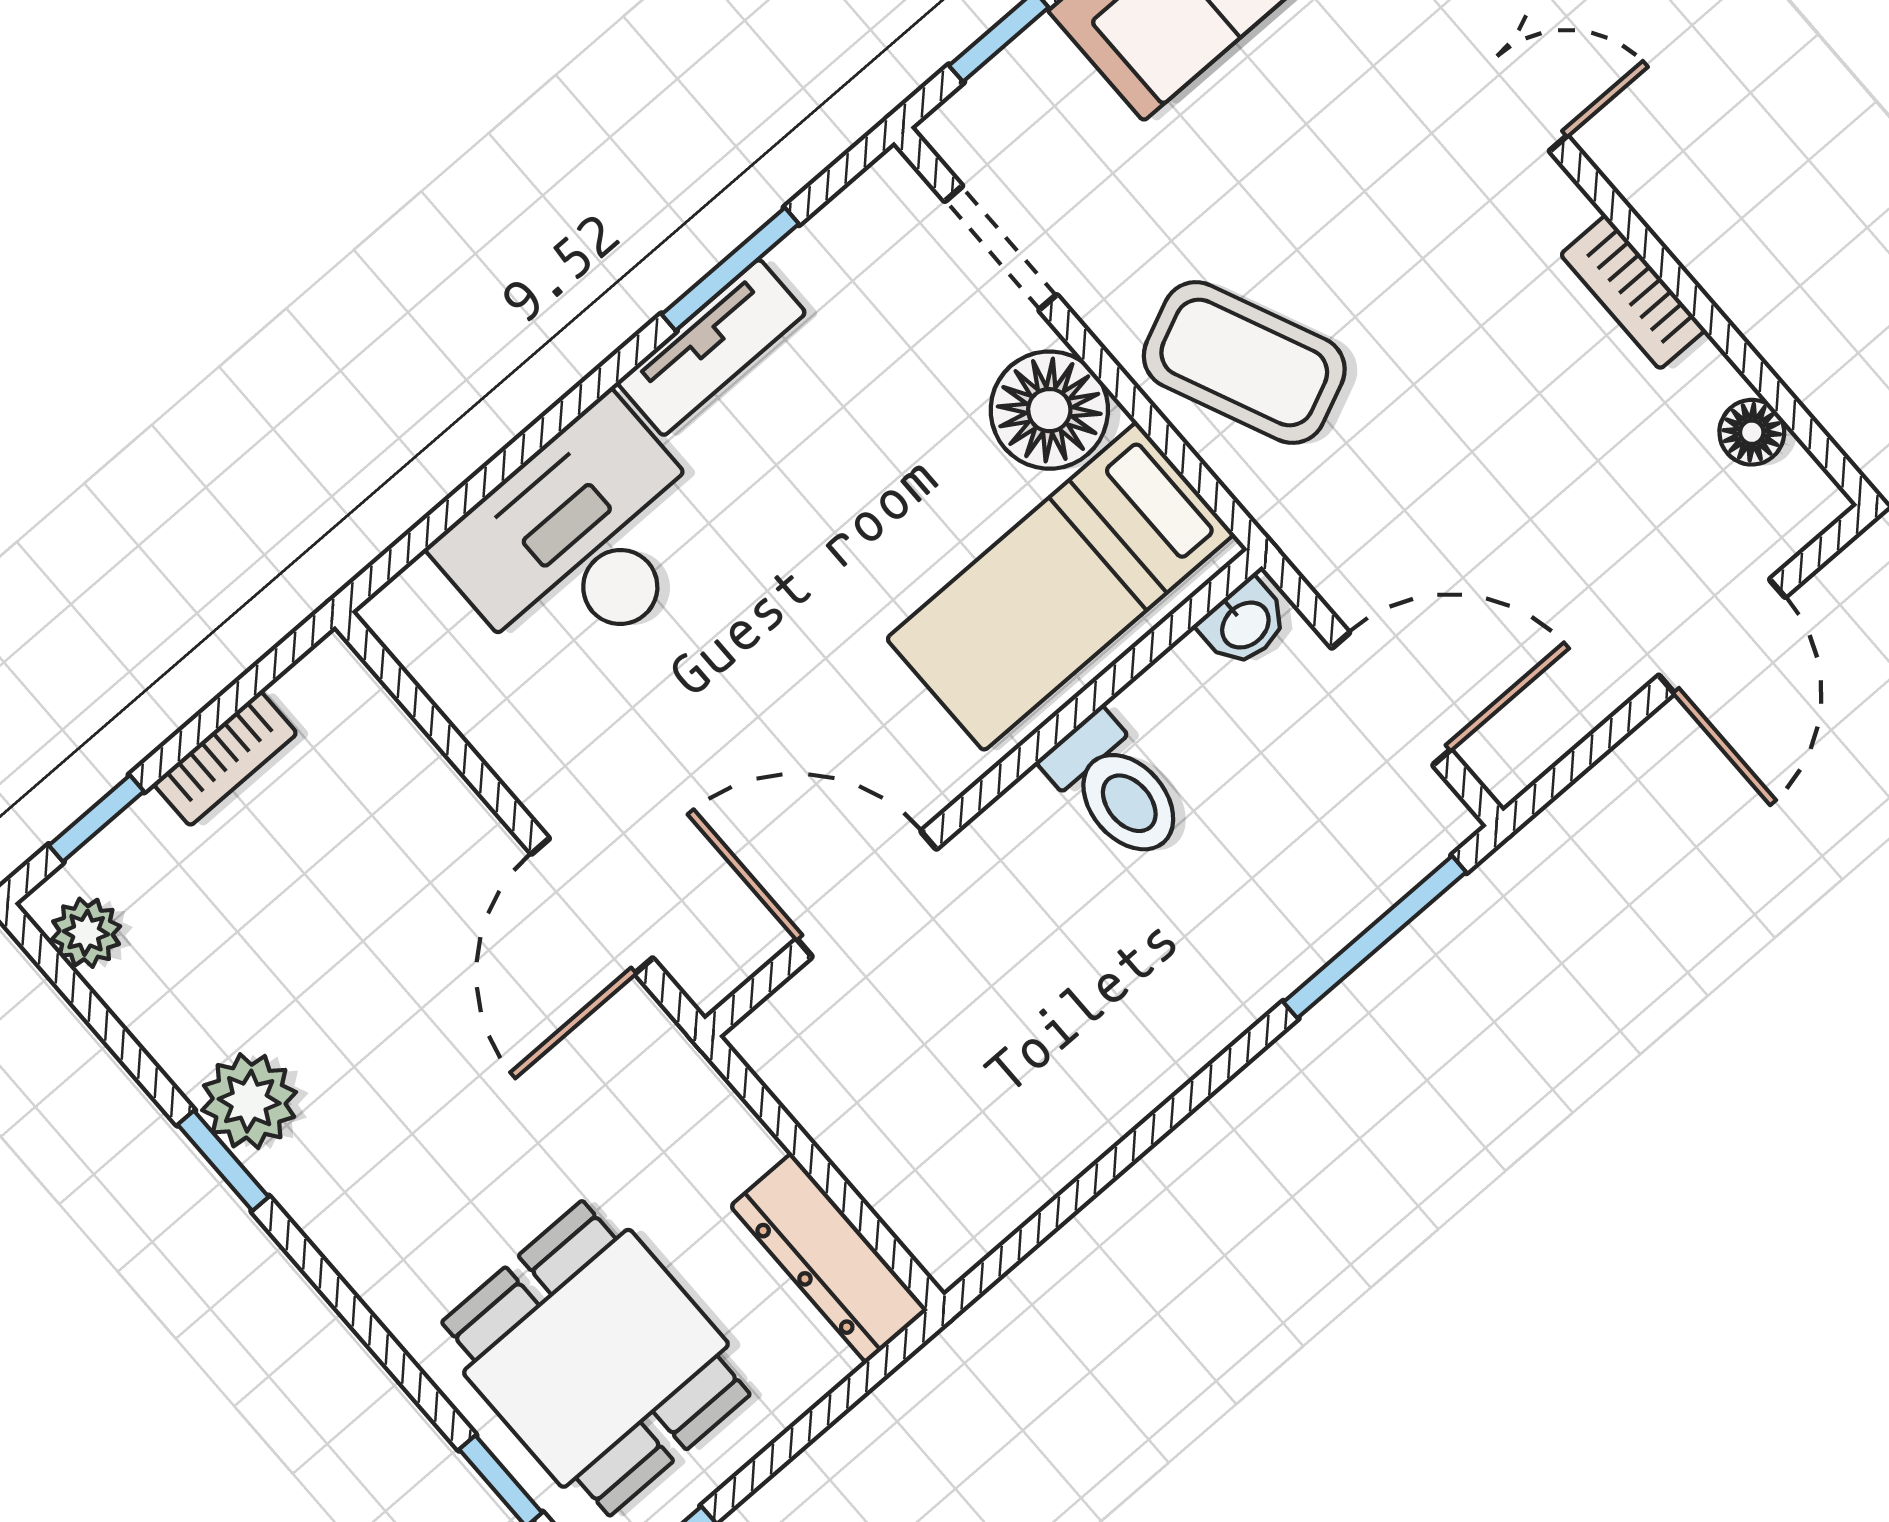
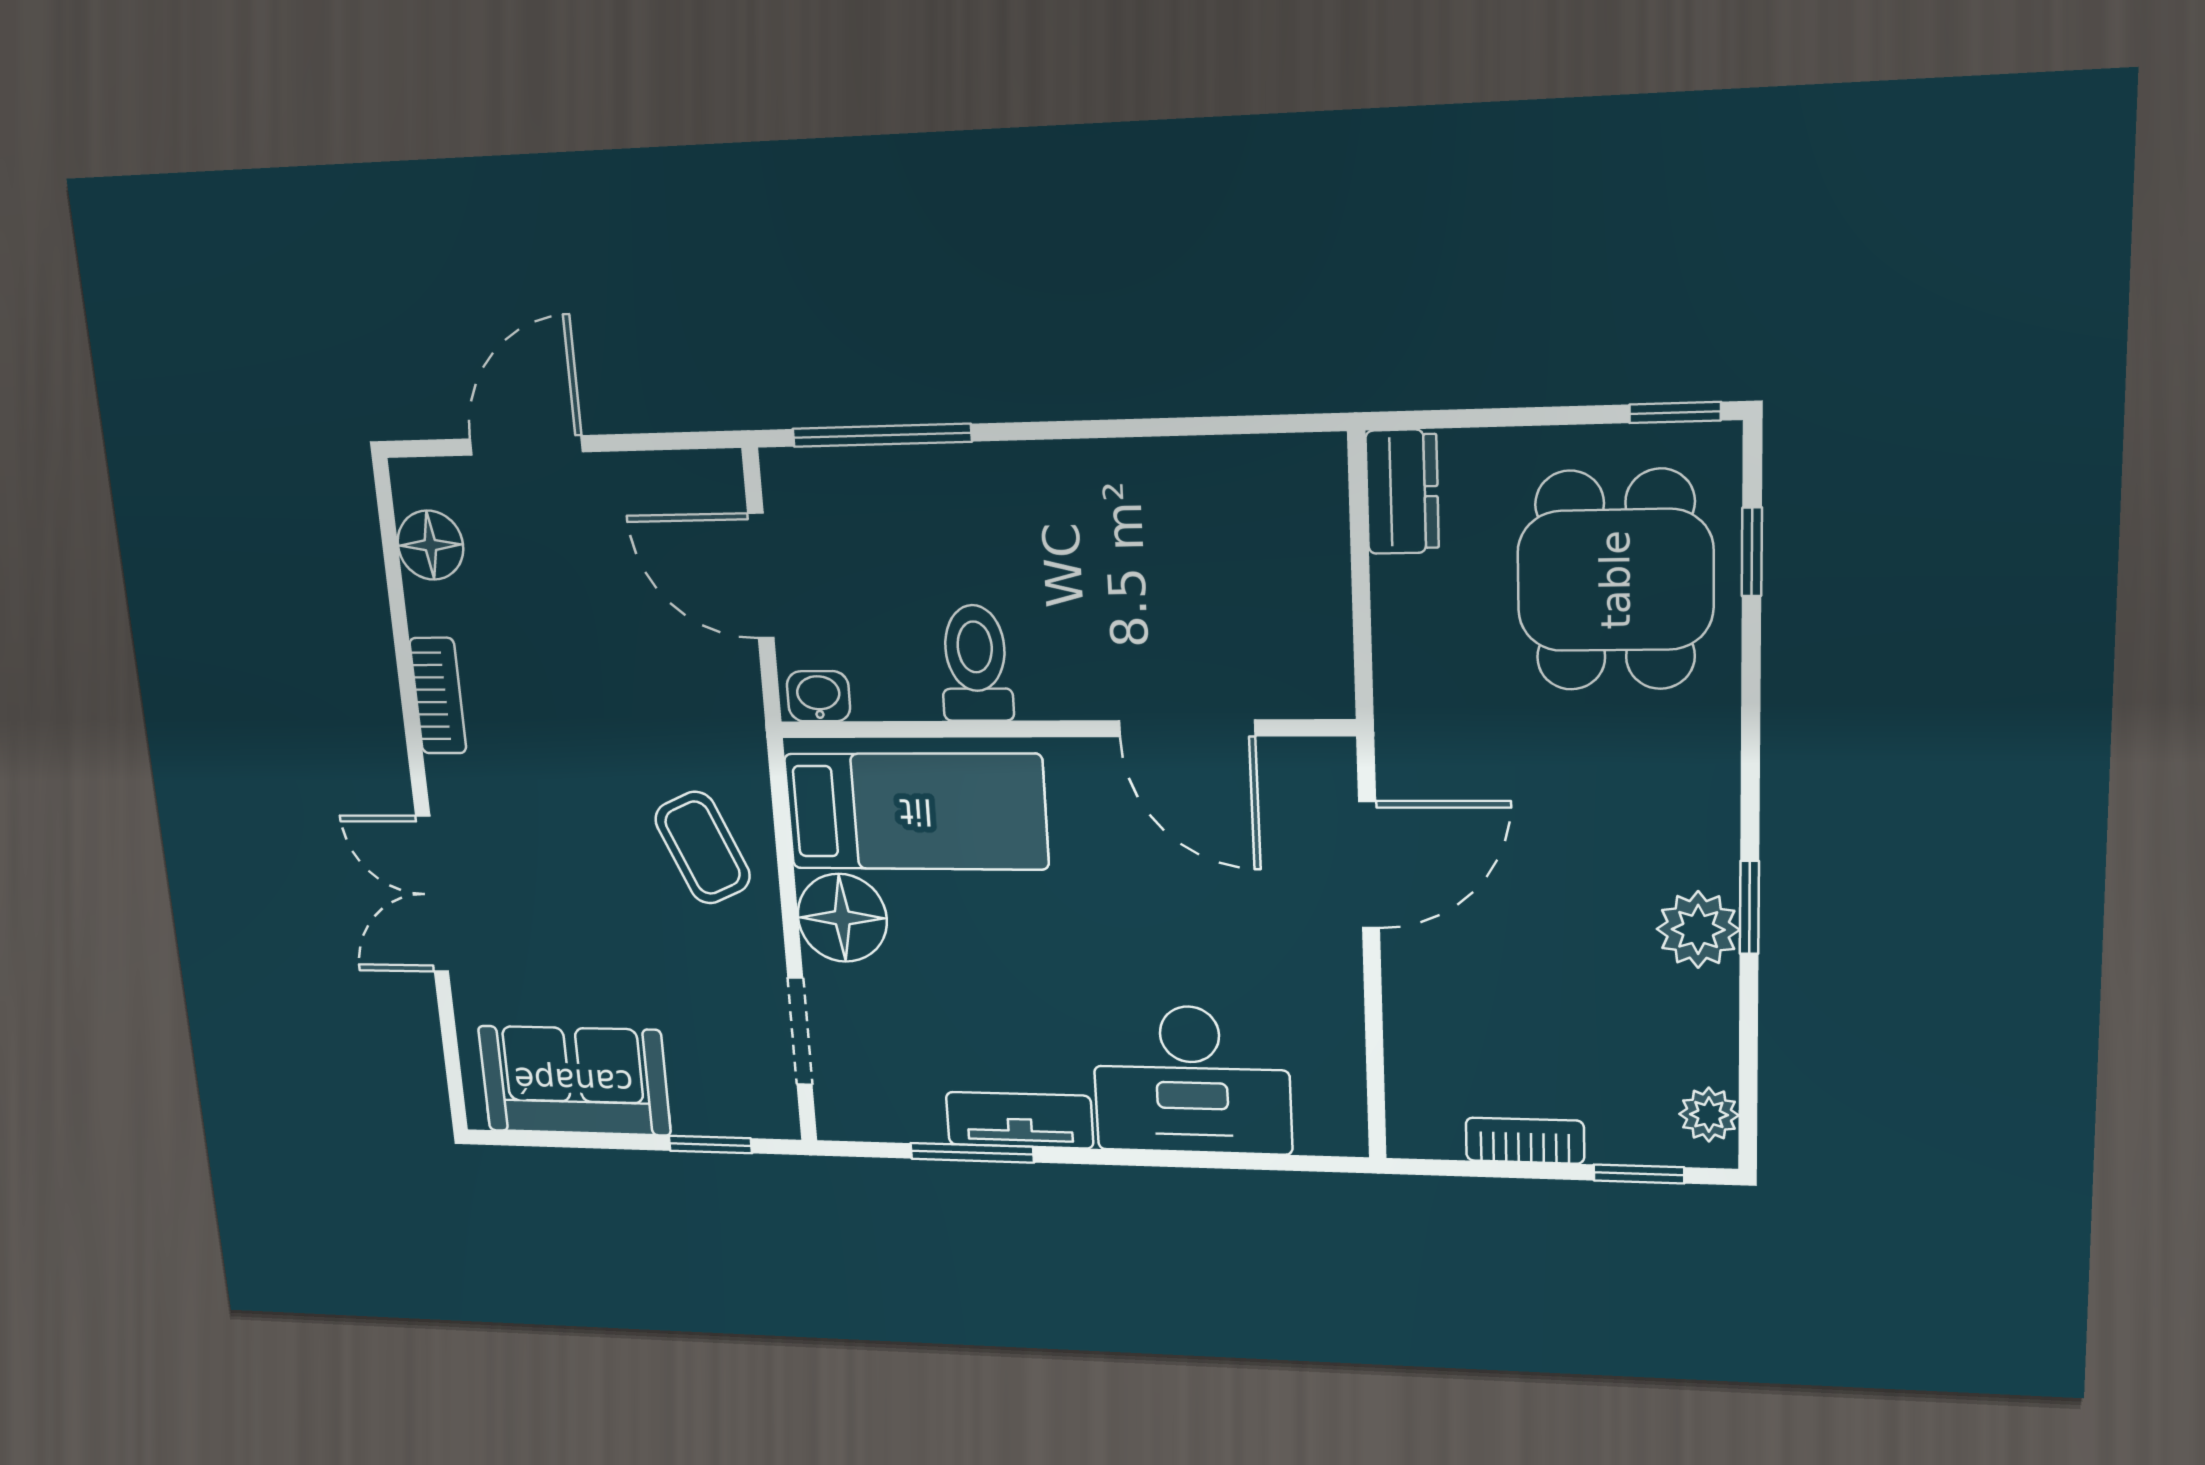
coffee table: (1244, 363) -> (703, 848), width x0.73, depth x0.77
floor lamp: (1752, 432) -> (430, 545), width x1.37, depth x1.37
dresser: (829, 1258) -> (1402, 492), width x0.70

